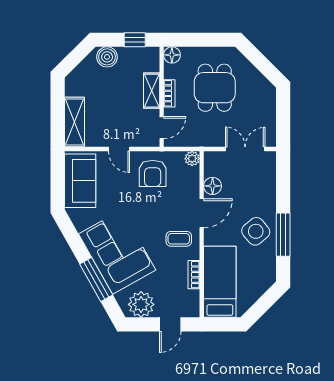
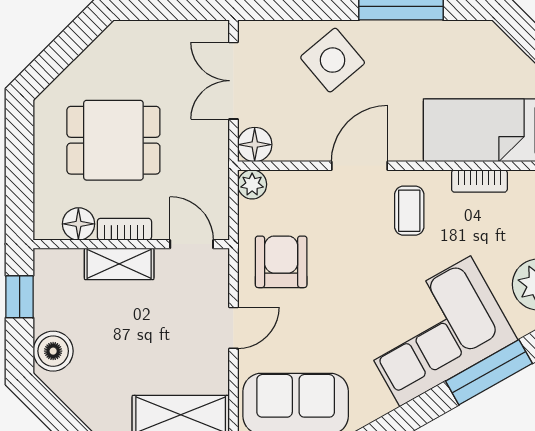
floor lamp: (172, 55) -> (78, 224), moved
armchair: (153, 173) -> (281, 262), turned -90
floor lamp: (213, 186) -> (255, 145), moved
door: (202, 213) -> (359, 166), hinge flipped
side table: (256, 231) -> (333, 60), moved

